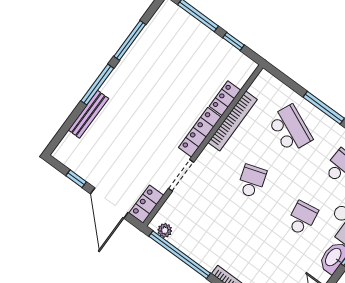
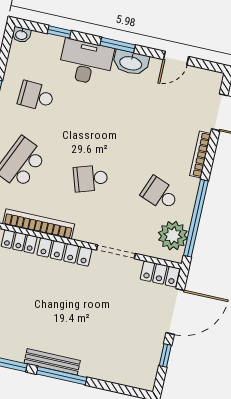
bench: (88, 114) -> (52, 362), moved
school desk: (302, 218) -> (160, 194), moved, turned 30
plant: (165, 230) -> (173, 236), width x1.88, depth x1.88

